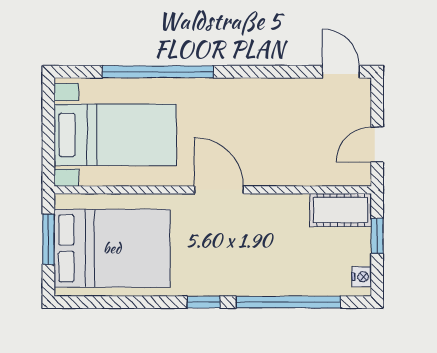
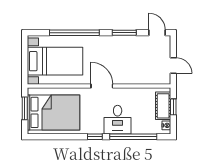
window: (269, 72) -> (124, 33), added
door: (377, 145) -> (173, 66), swing flipped
cot: (341, 210) -> (163, 106), moved, turned 90
desk: (254, 264) -> (118, 120), added

